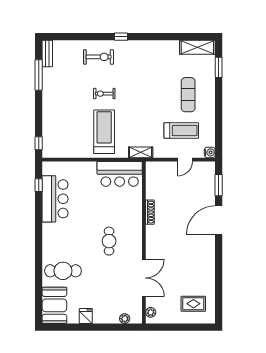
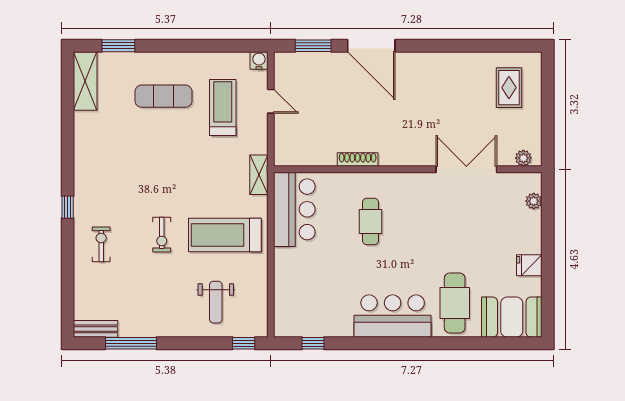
exercise bike: (98, 57) -> (101, 244), width x0.73, depth x0.72
weight bench: (64, 126) -> (216, 302), added
bar counter: (55, 199) -> (393, 316), moved
cafe table: (109, 241) -> (371, 221), moved, turned 90

